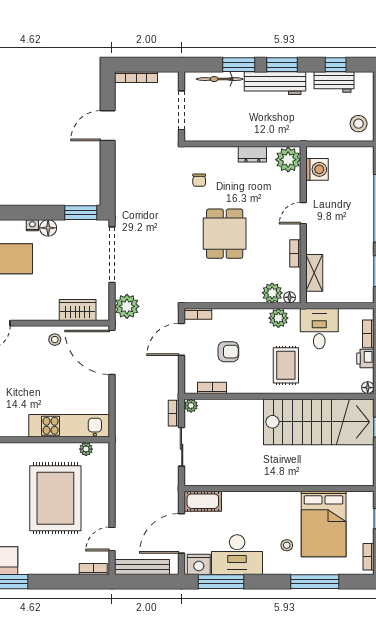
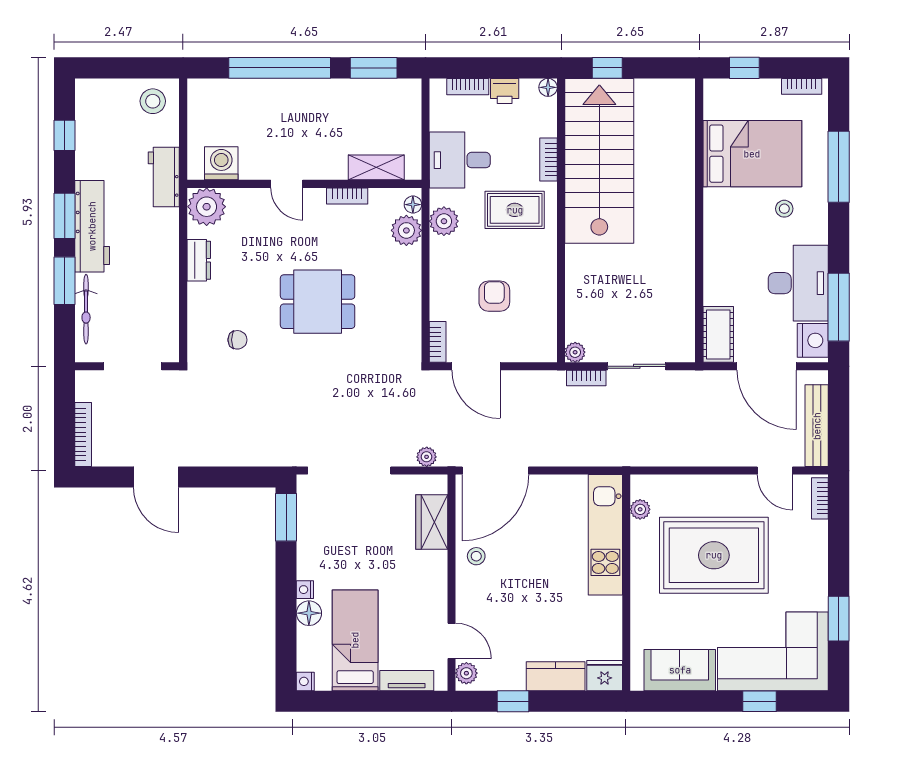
workbench: (334, 82) -> (164, 177), moved, turned 180
floor lamp: (48, 228) -> (309, 613), moved
plant: (127, 306) -> (427, 457), width x0.53, depth x0.53
bookcase: (212, 388) -> (548, 160), moved

